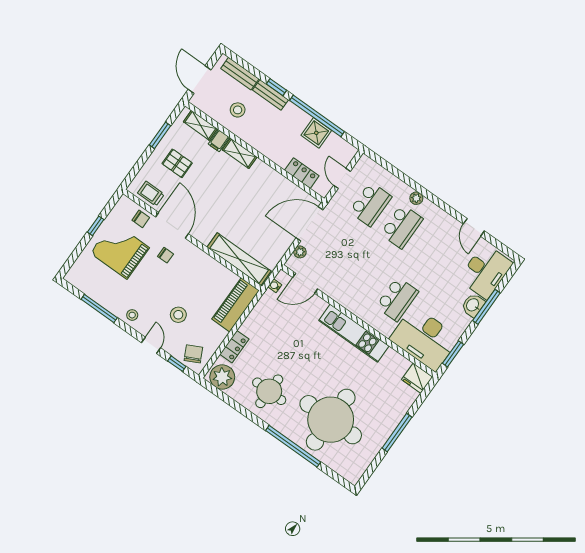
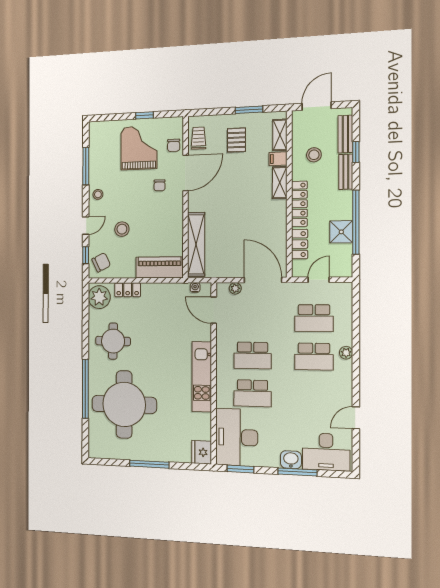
window: (276, 87) -> (356, 152), moved
locker: (269, 150) -> (299, 204), added
school desk: (366, 277) -> (252, 355), added

